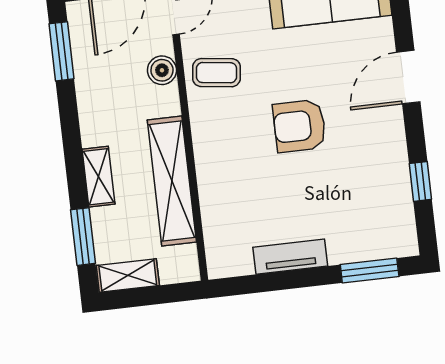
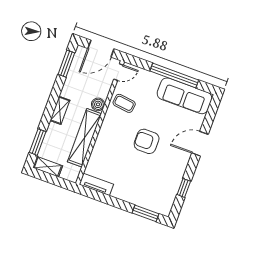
boiler: (162, 70) -> (98, 104), moved
shelving: (98, 177) -> (60, 110), moved
tv unit: (290, 257) -> (96, 184), moved

